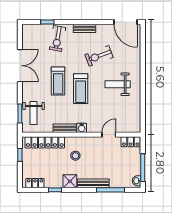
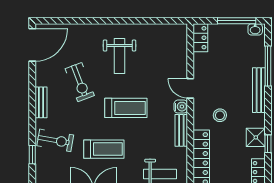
treadmill: (58, 81) -> (104, 149), moved
door: (109, 135) -> (190, 88), moved
shower: (70, 181) -> (256, 137), moved

